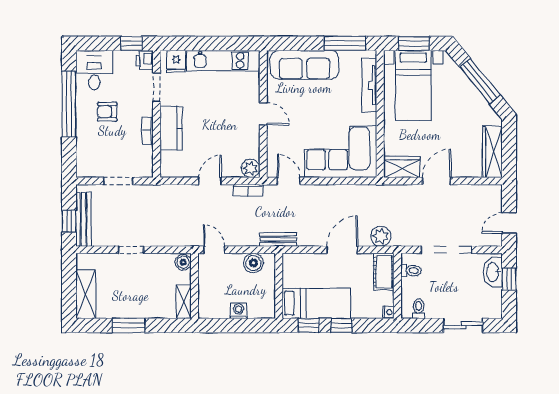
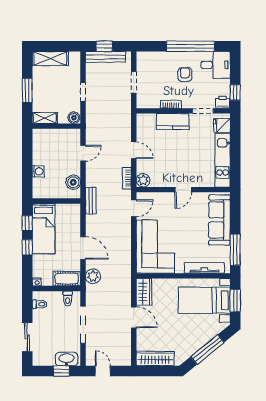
boiler: (183, 262) -> (74, 118), moved
wall: (195, 286) -> (56, 126), moved
shelving: (183, 302) -> (45, 118), moved

